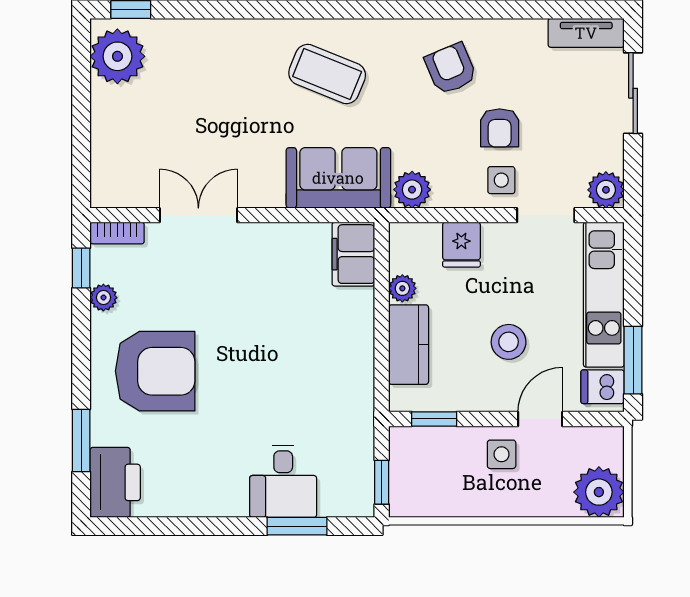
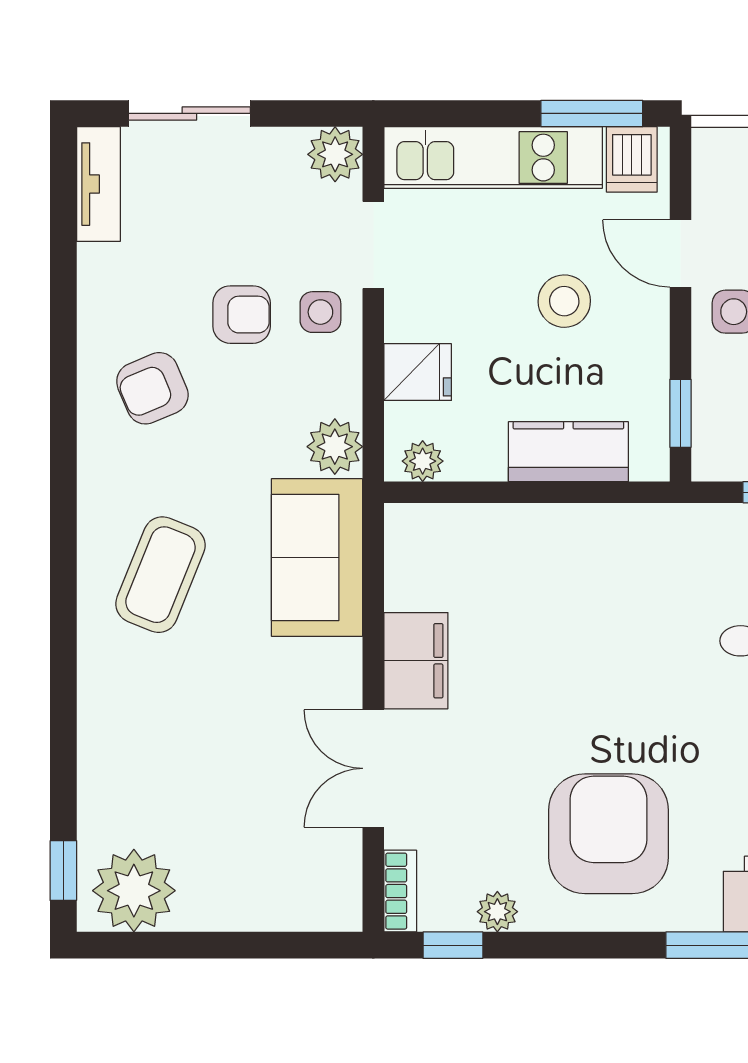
filing cabinet: (353, 254) -> (416, 661), moved, turned -90
plant: (402, 288) -> (423, 461), moved

